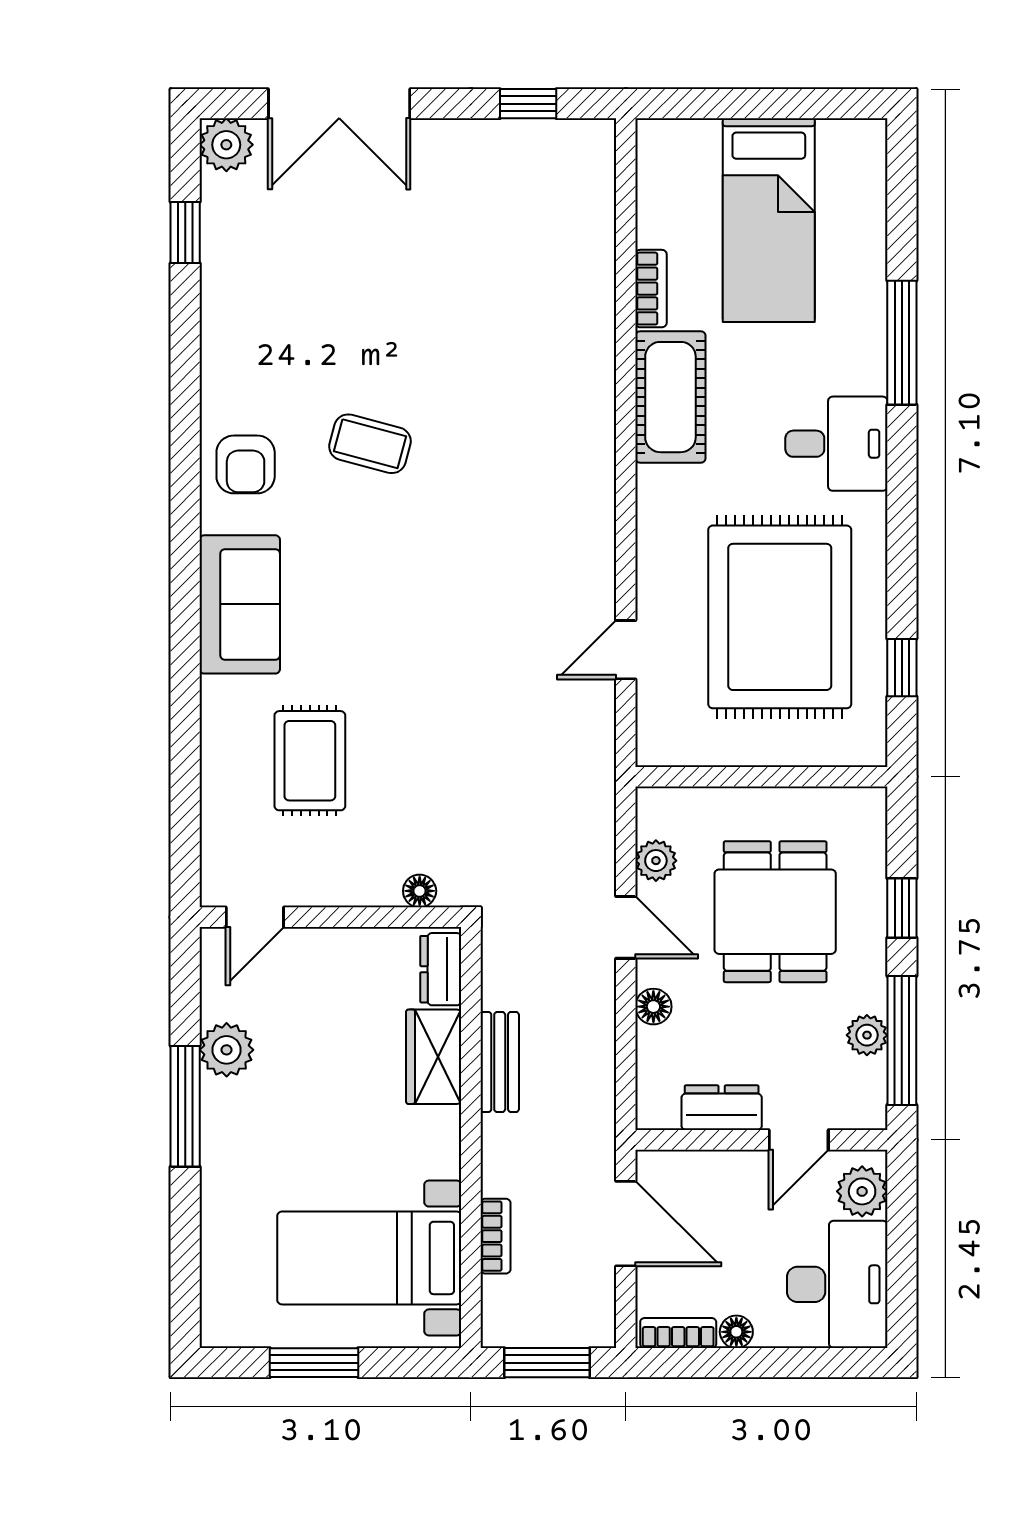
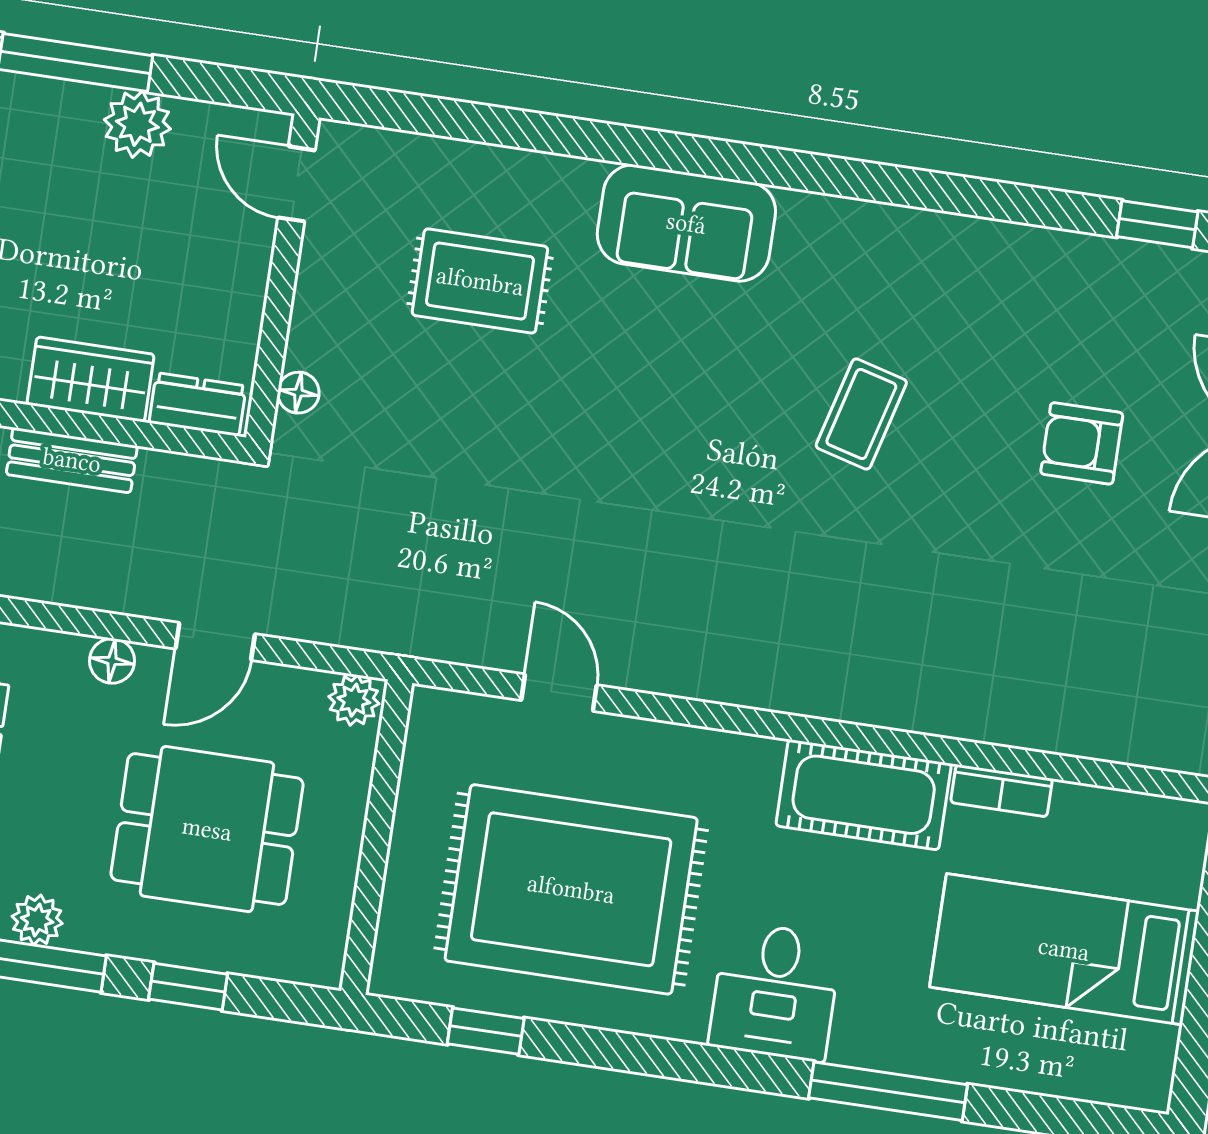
armchair: (246, 464) -> (1082, 443), moved
plant: (656, 861) -> (354, 700), moved

